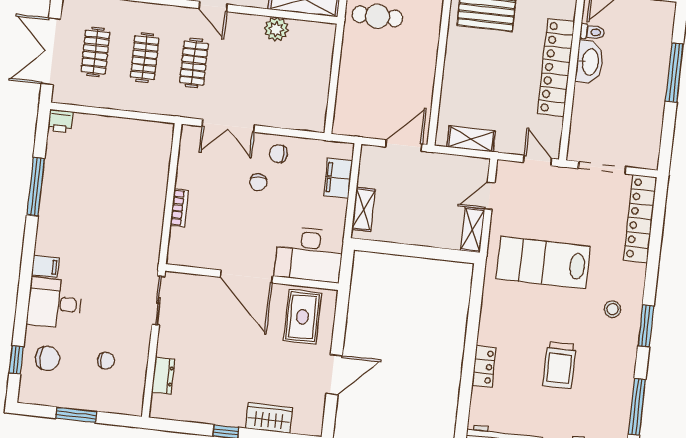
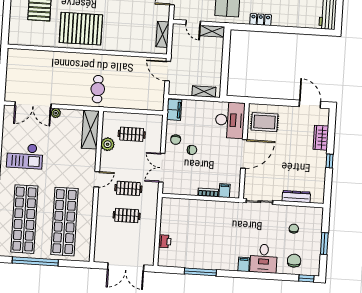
clothes rail: (95, 52) -> (132, 134), moved
printer: (60, 121) -> (165, 241), moved
double door: (228, 126) -> (162, 168), swing flipped
filing cabinet: (338, 178) -> (174, 110), moved, turned -90
filing cabinet: (181, 238) -> (225, 191), added
window: (16, 360) -> (306, 278), moved
locker: (484, 367) -> (261, 20), moved
door: (334, 375) -> (310, 104), moved
dresser: (163, 376) -> (296, 197), width x1.44

